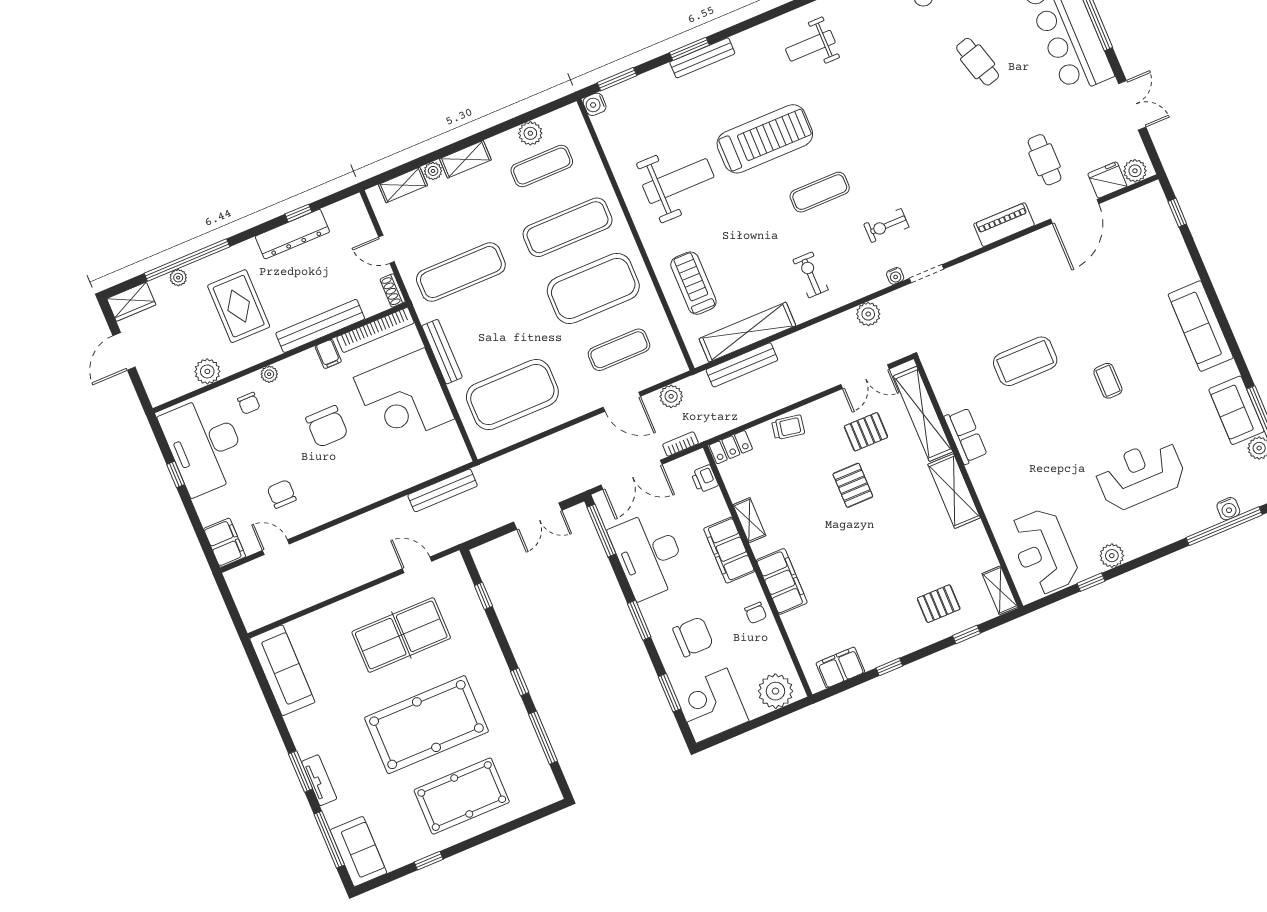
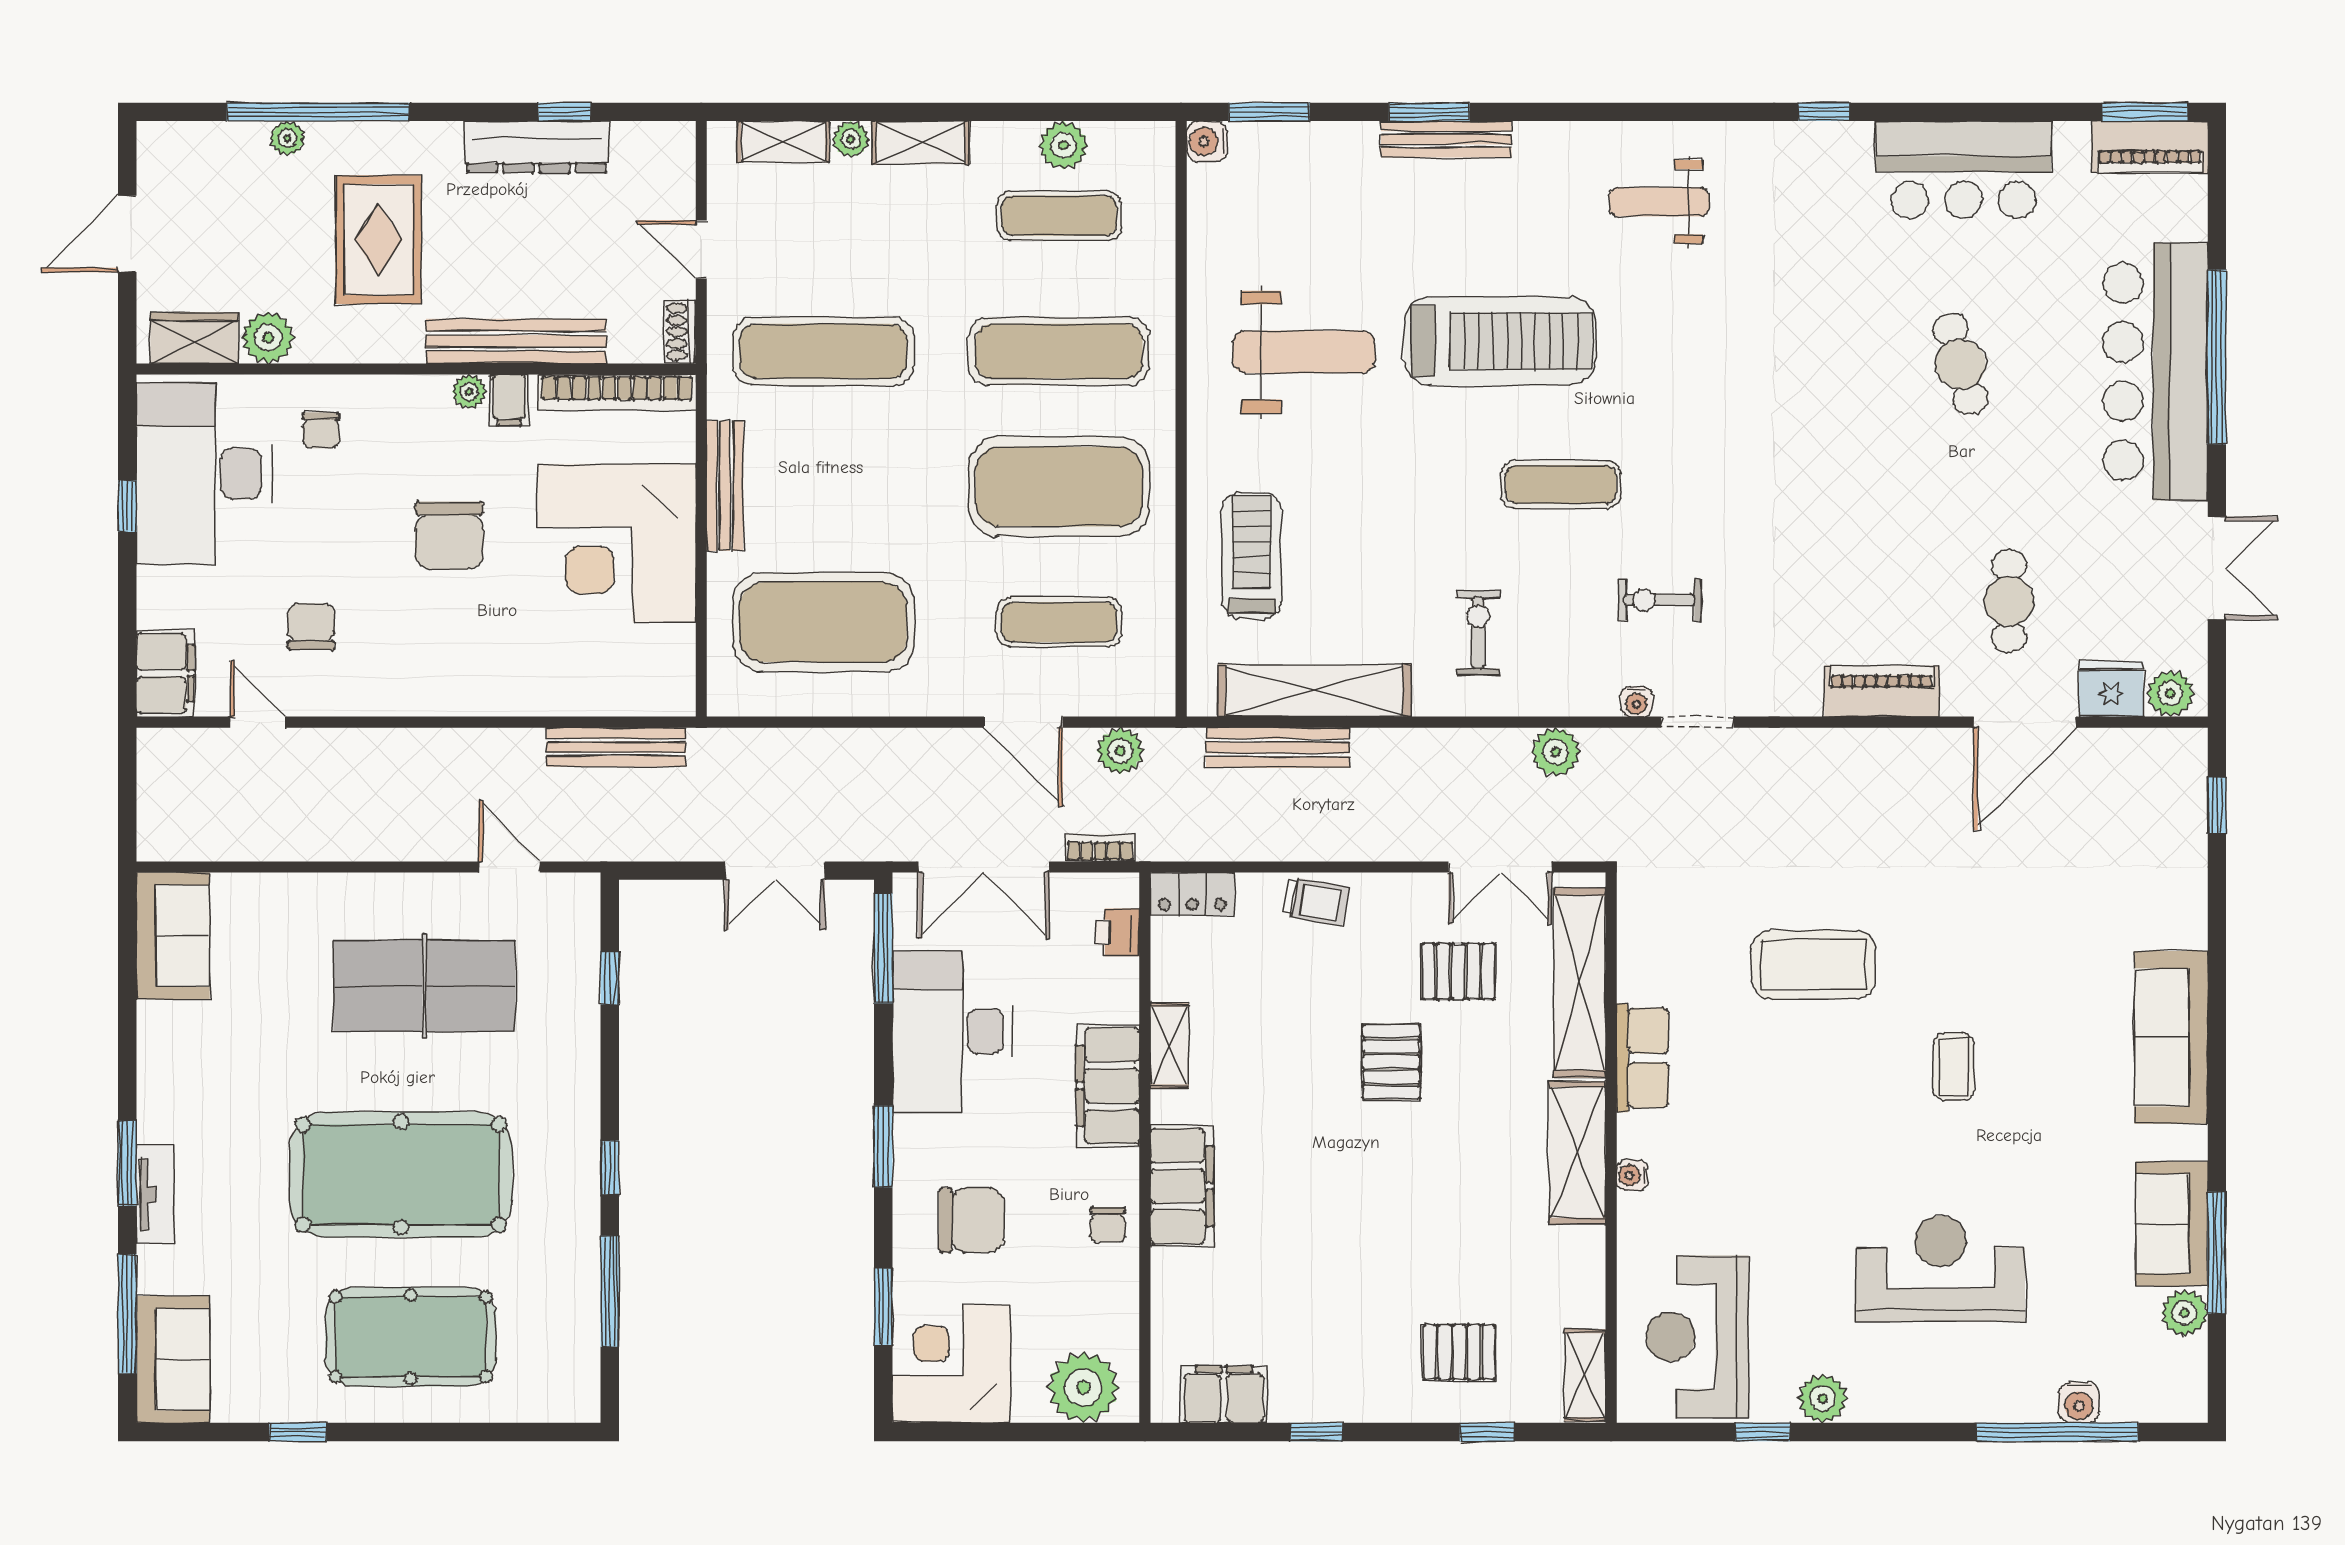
wardrobe: (131, 302) -> (194, 338), moved, turned 180
plant: (269, 374) -> (469, 392), moved
water cooler: (983, 491) -> (1632, 1175), added
sofa: (282, 670) -> (173, 936), width x0.73

